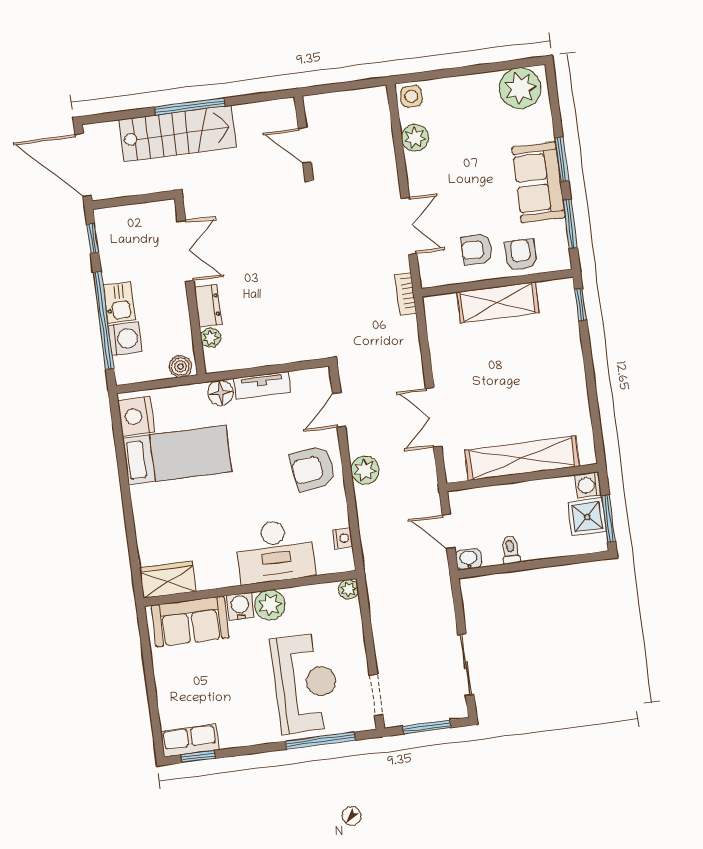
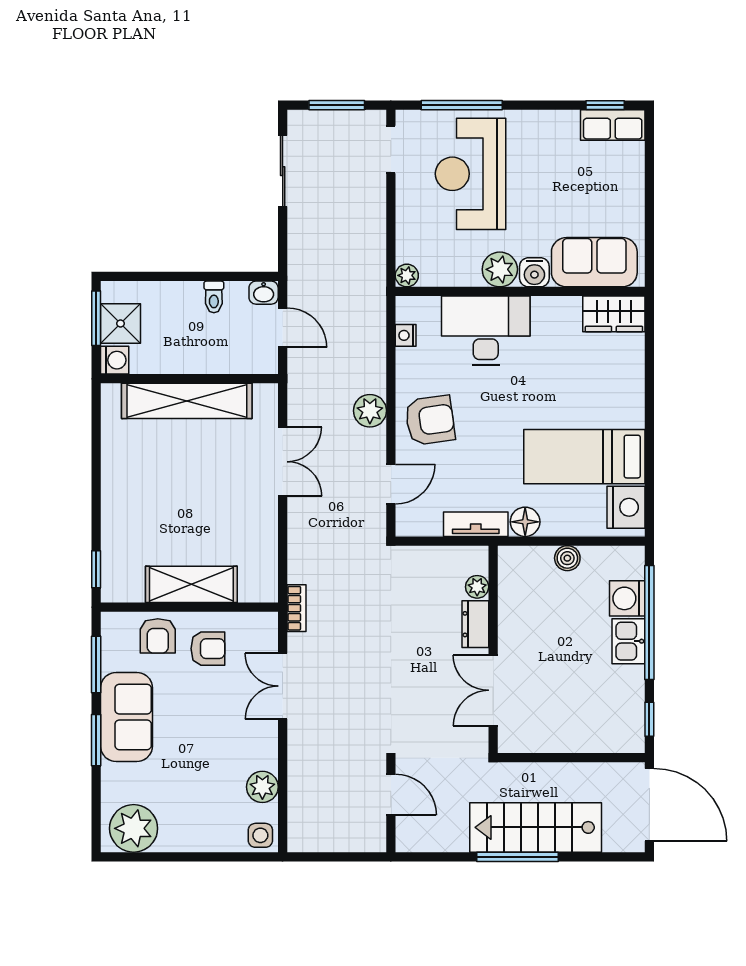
double door: (186, 251) -> (493, 690), moved
wall: (190, 286) -> (493, 649), moved
dresser: (208, 306) -> (475, 624), moved
plant: (211, 338) -> (477, 587), moved

